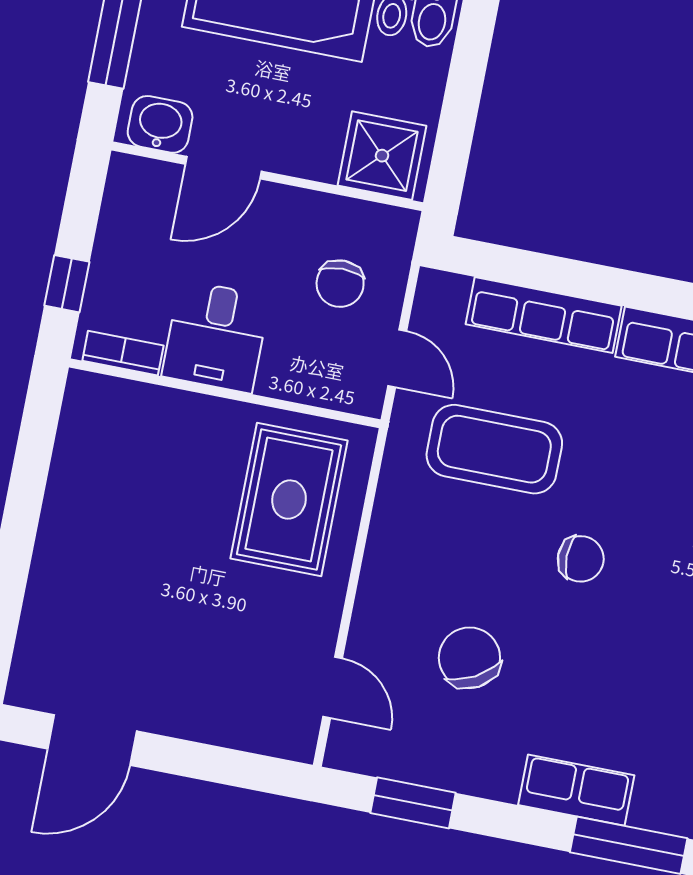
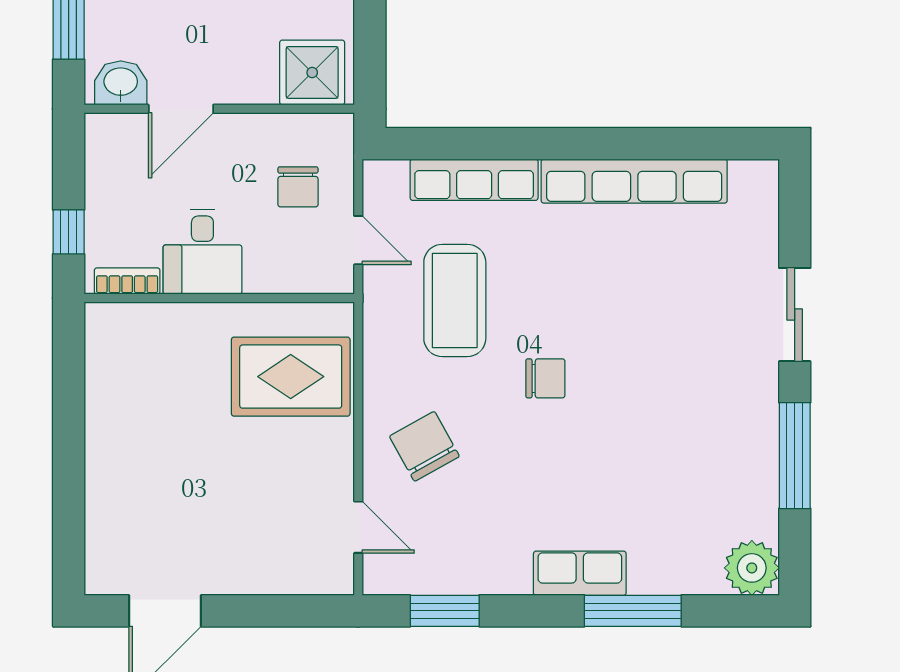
coffee table: (494, 449) -> (455, 300), turned 90
rug: (289, 500) -> (291, 377), turned 90
chair: (469, 658) -> (424, 446), moved

